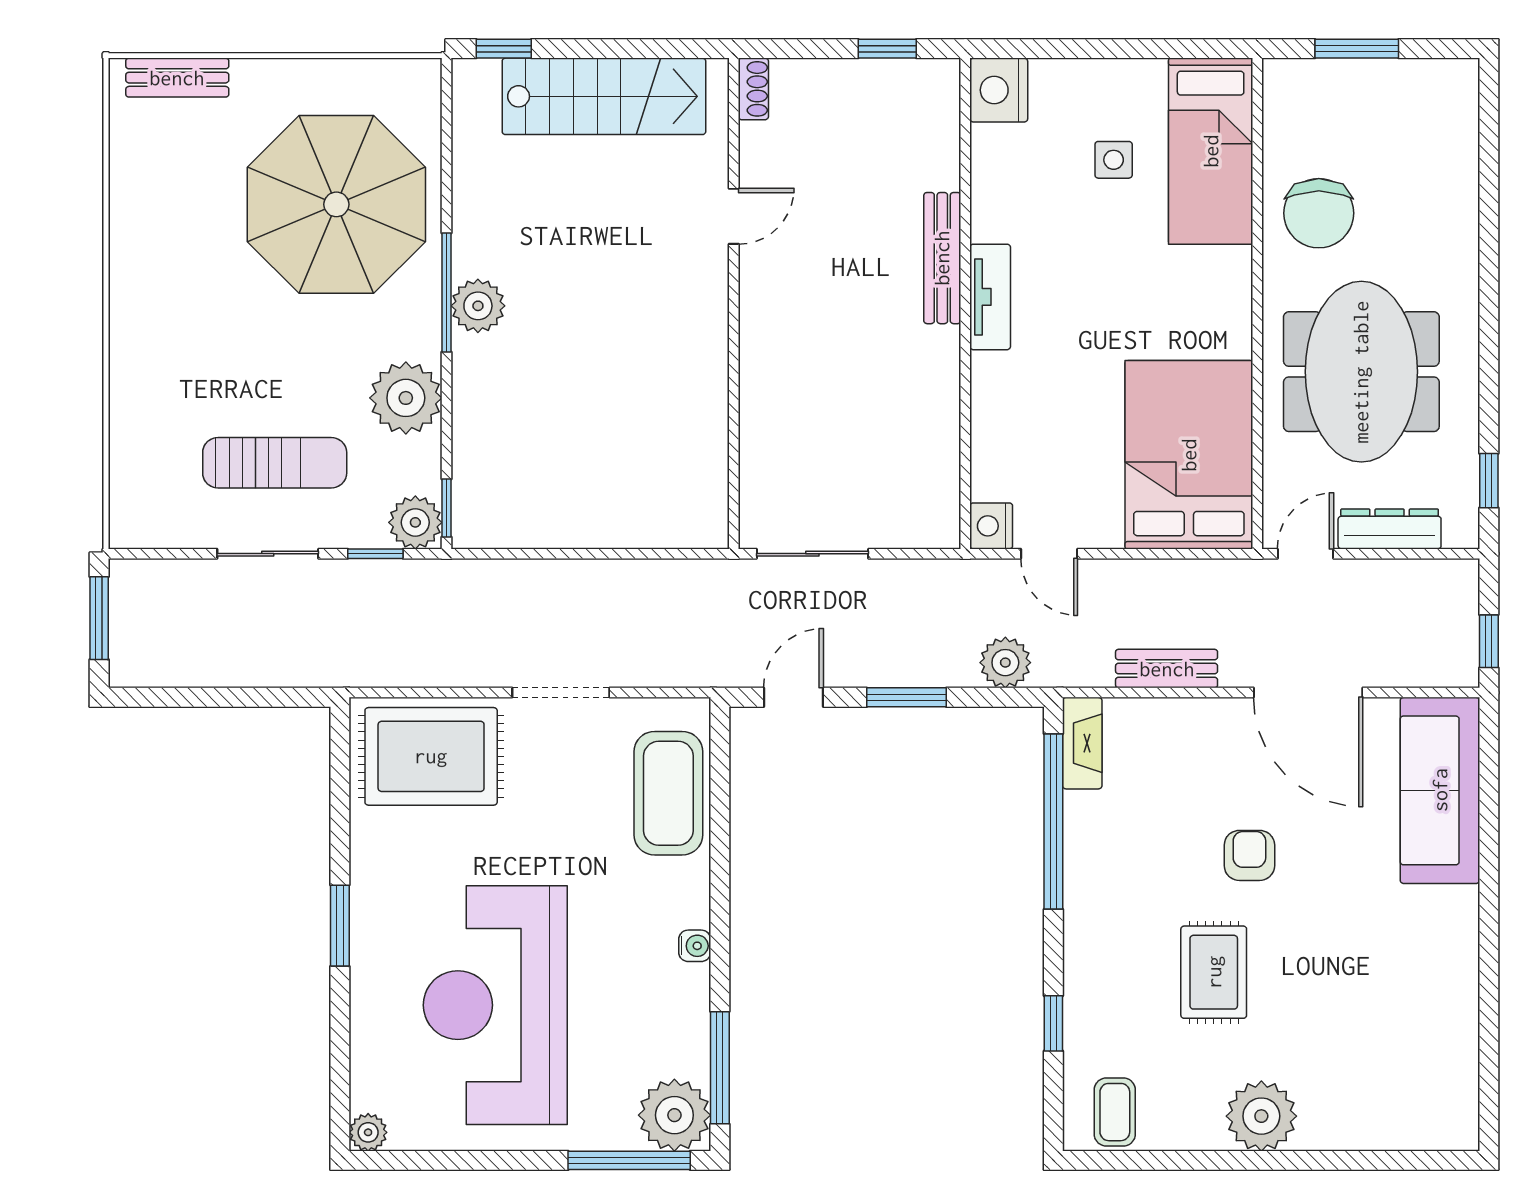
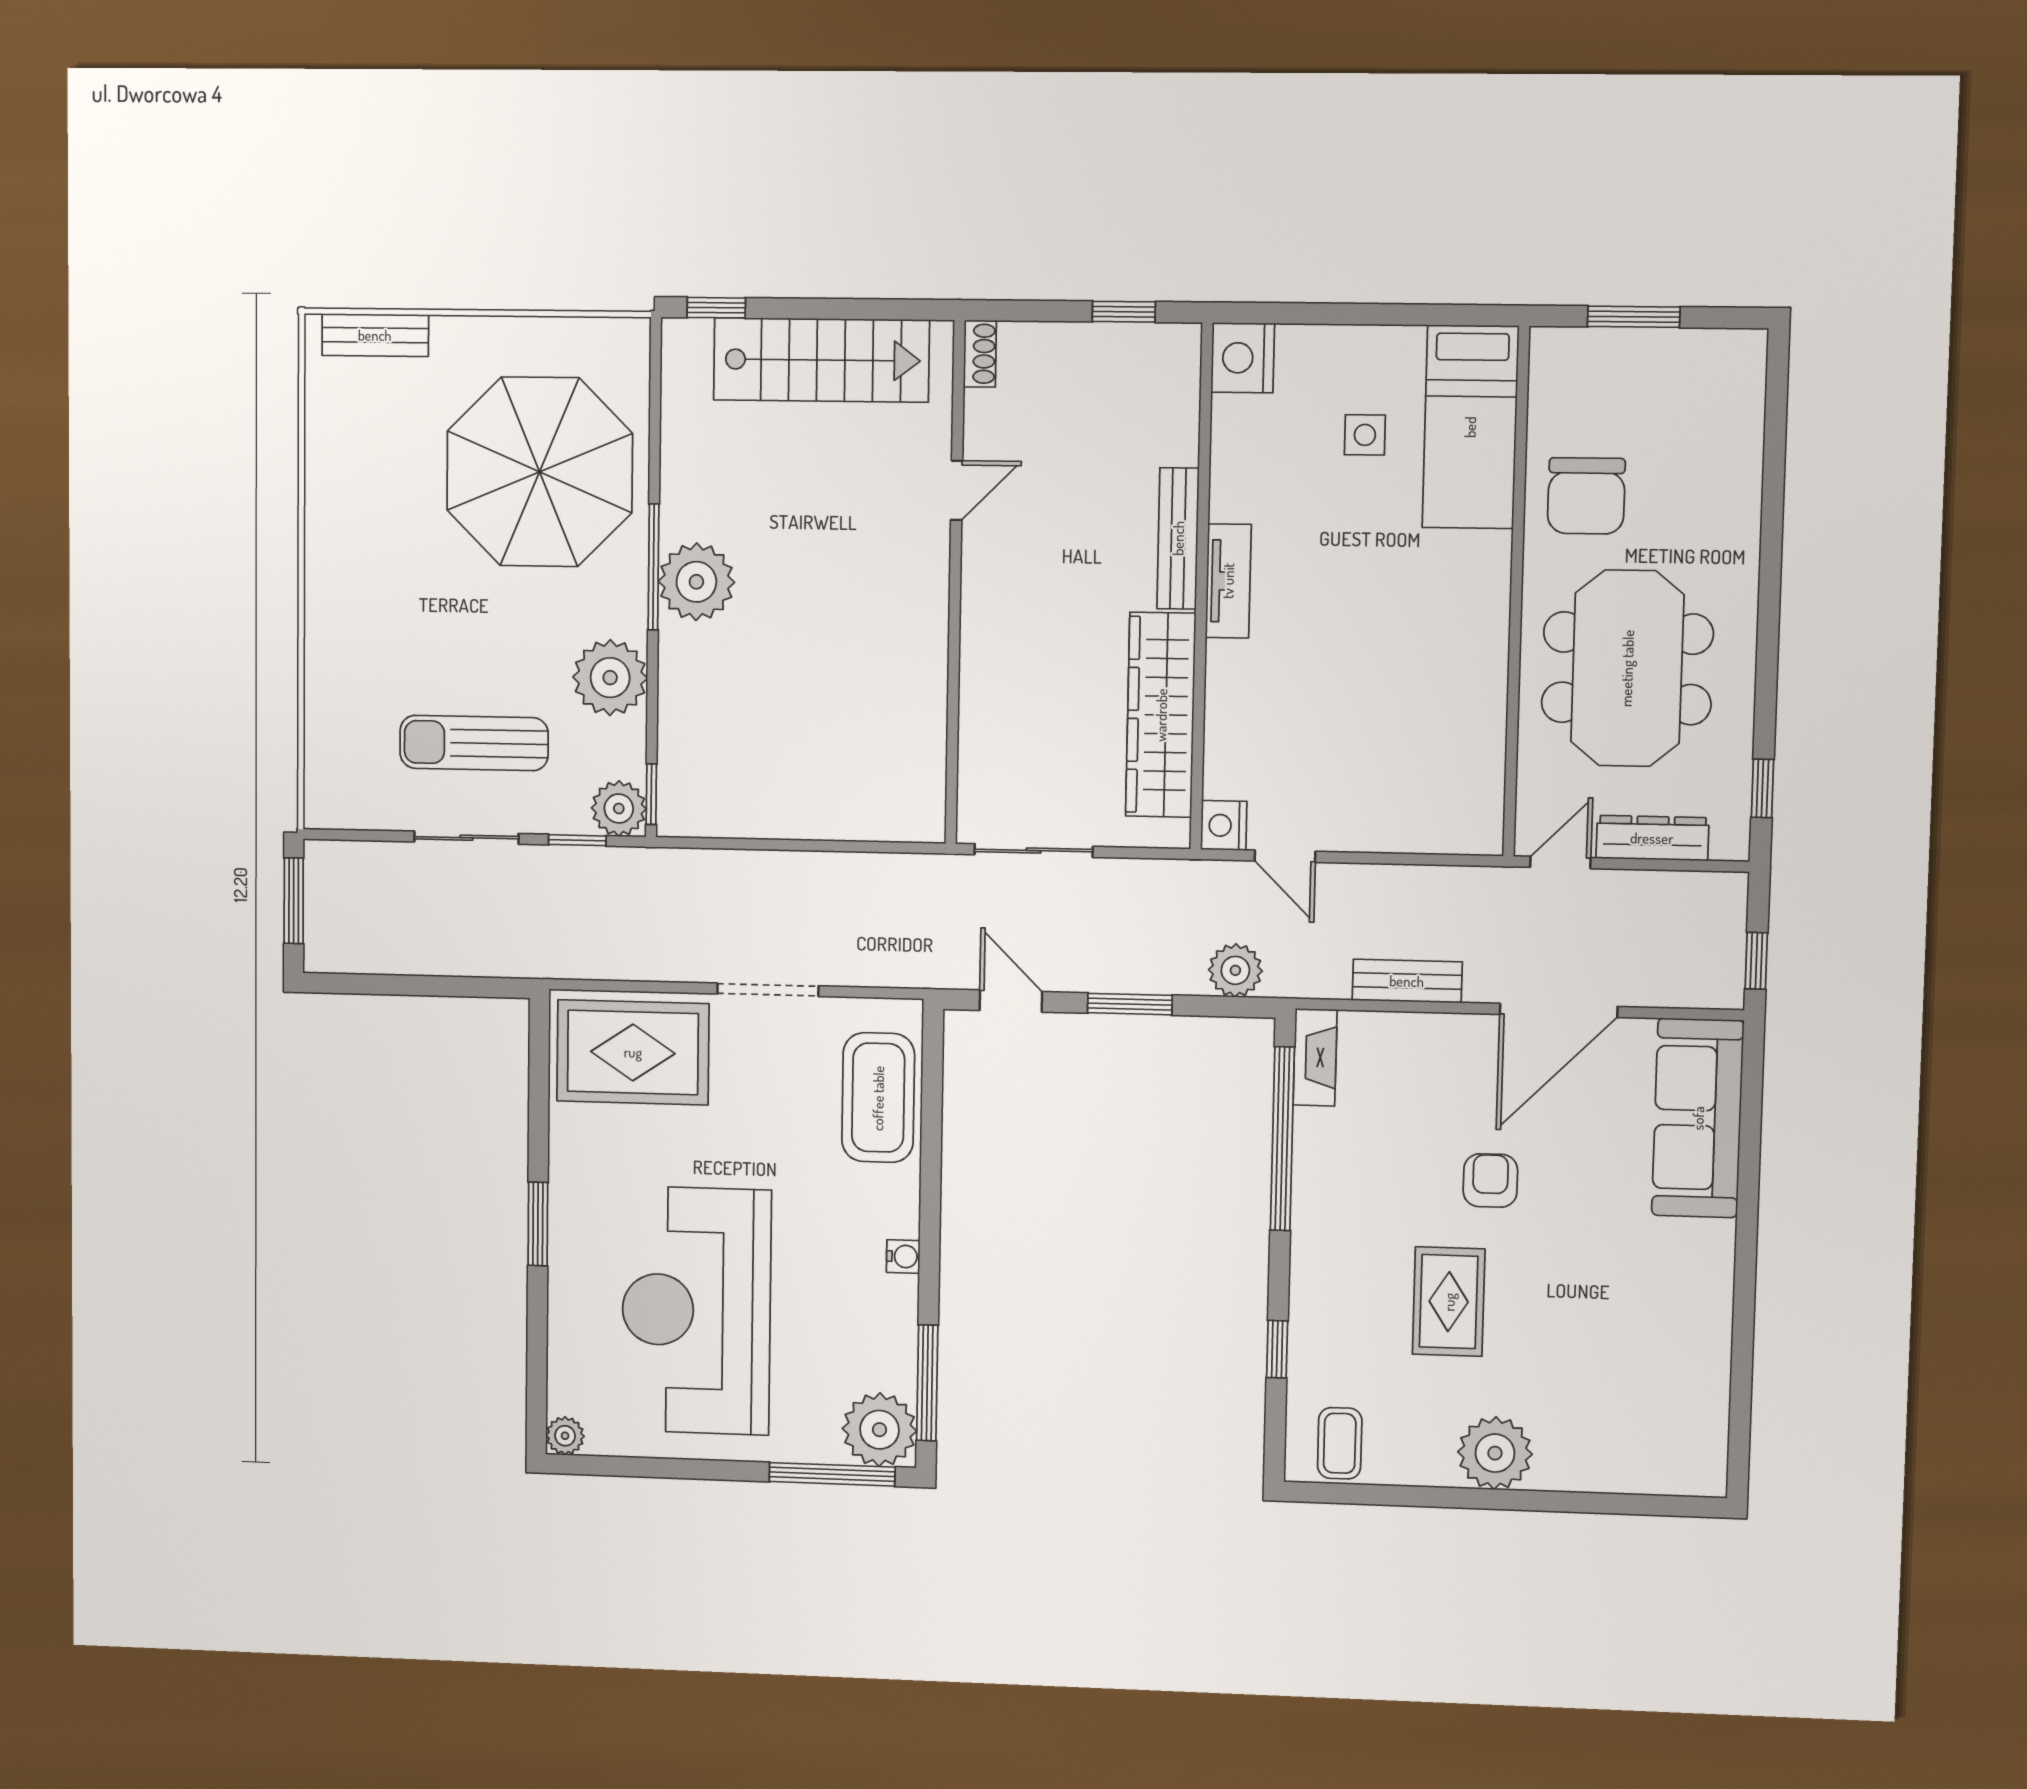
plant: (478, 306) -> (696, 582), width x1.36, depth x1.36
wardrobe: (930, 423) -> (1161, 715), added
bed: (1189, 455) -> (1438, 754), removed
sun lounger: (275, 463) -> (474, 743), turned 180
door: (1308, 693) -> (1559, 1010), hinge flipped
door: (794, 697) -> (1011, 1001), hinge flipped

